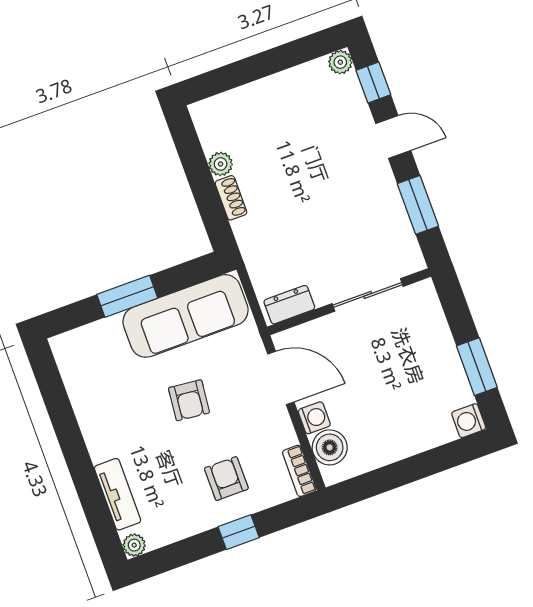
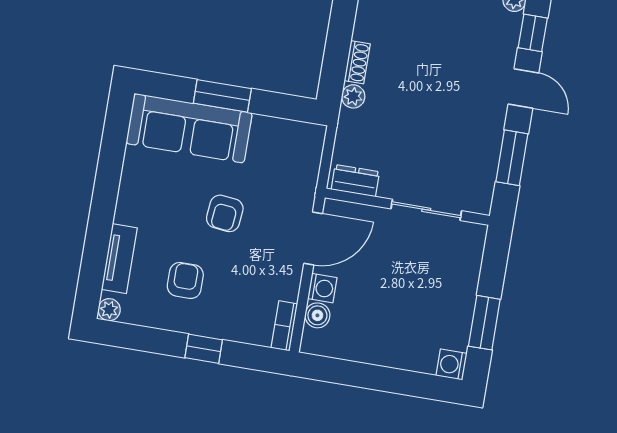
plant: (221, 164) -> (353, 96), moved
sofa: (186, 316) -> (189, 128), moved
door: (281, 378) -> (313, 239), hinge flipped
boiler: (330, 447) -> (317, 315), width x0.73, depth x0.73
armchair: (226, 479) -> (185, 280), moved

